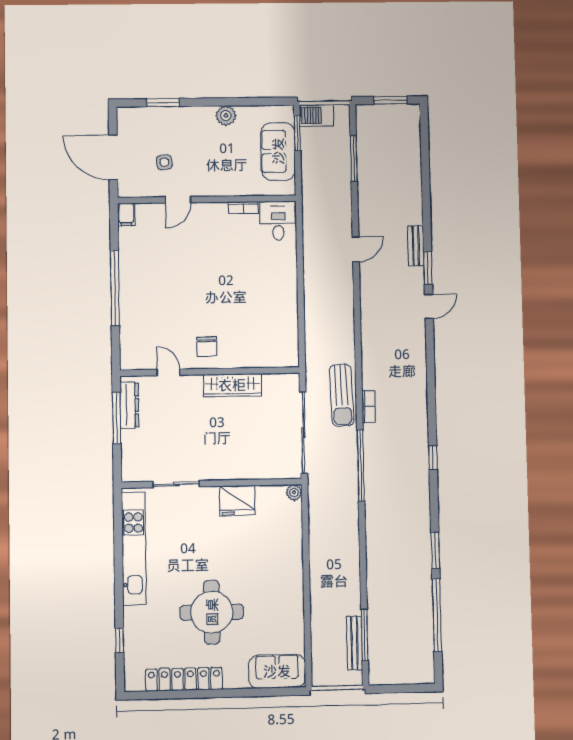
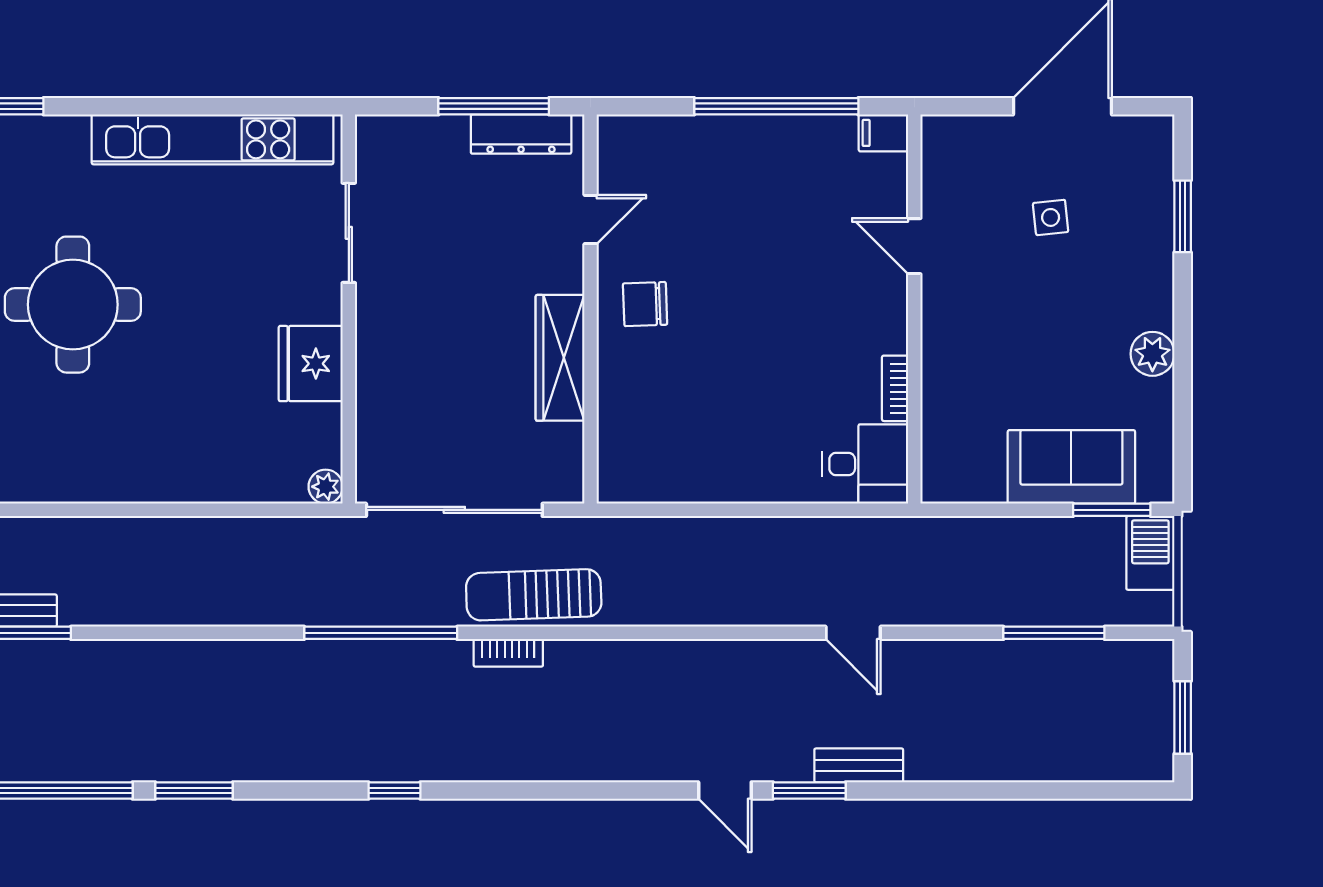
wall: (207, 199) -> (914, 309), moved
door: (178, 200) -> (914, 246), moved
bookcase: (243, 208) -> (895, 388), moved
filing cabinet: (126, 214) -> (883, 133), moved
desk: (278, 221) -> (865, 464), moved

